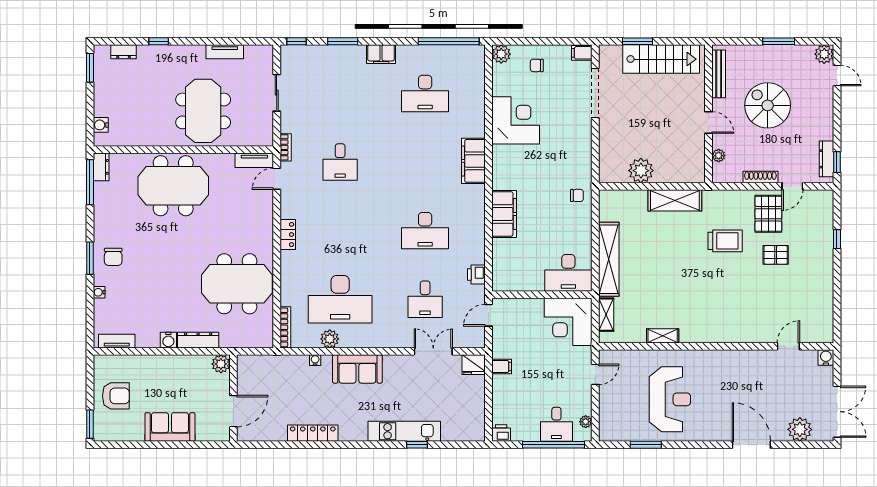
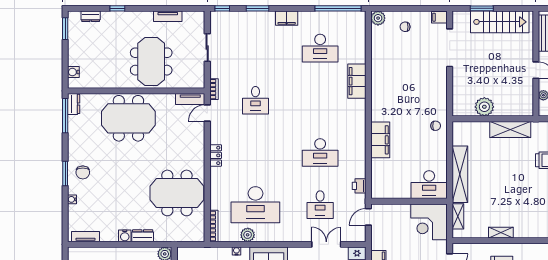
corner desk: (516, 120) -> (389, 69), removed
filing cabinet: (473, 161) -> (357, 81), moved
dresser: (198, 340) -> (143, 236), width x0.70

